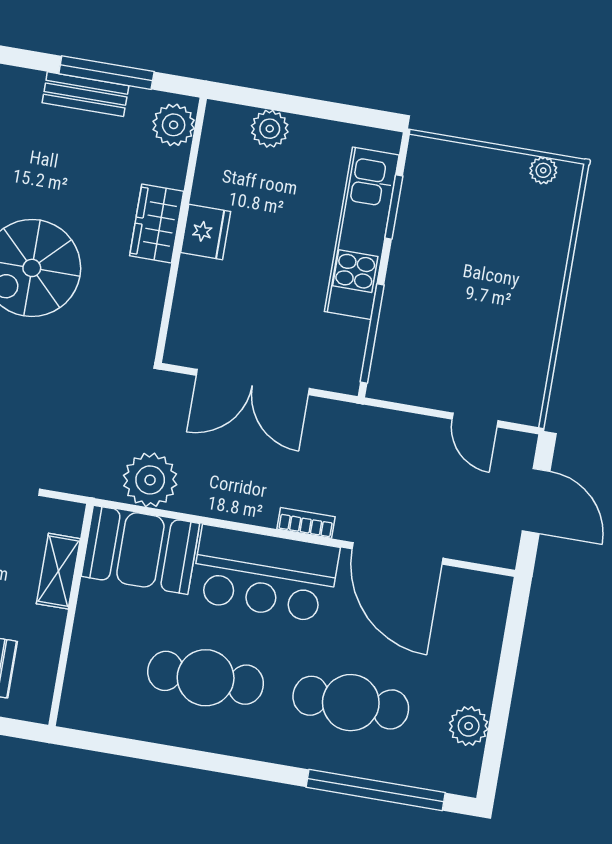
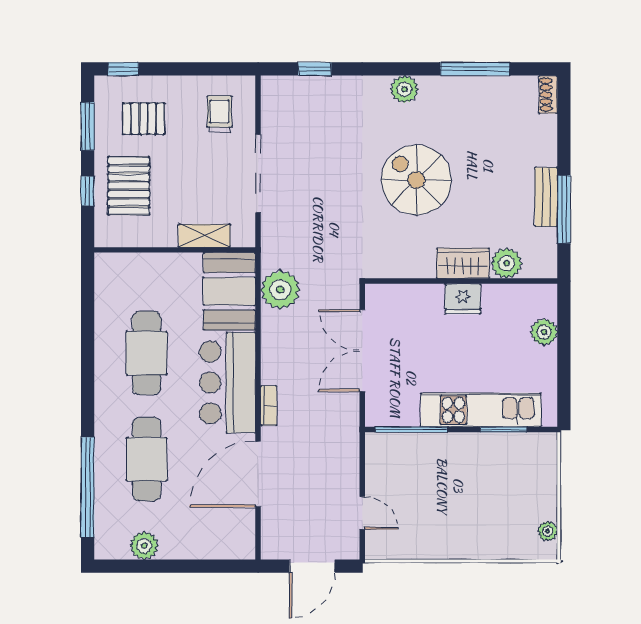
plant: (174, 125) -> (507, 263), moved
door: (475, 420) -> (362, 513), swing flipped

